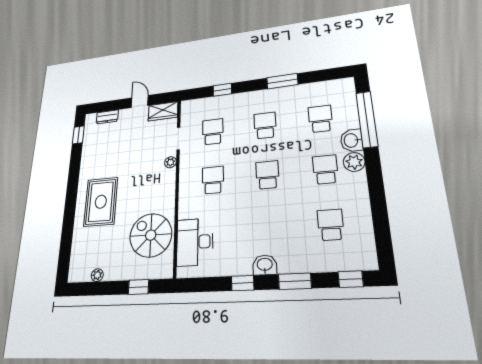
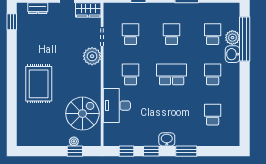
plant: (170, 162) -> (92, 56), width x1.88, depth x1.88
plant: (354, 162) -> (232, 38), moved
school desk: (267, 175) -> (172, 74), width x1.85
spiral stairs: (151, 235) -> (82, 114), turned 90
desk: (195, 242) -> (117, 106), moved
plant: (97, 275) -> (74, 141), moved
window: (351, 279) -> (126, 151), moved

